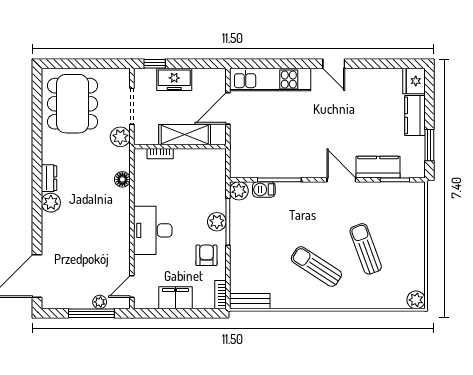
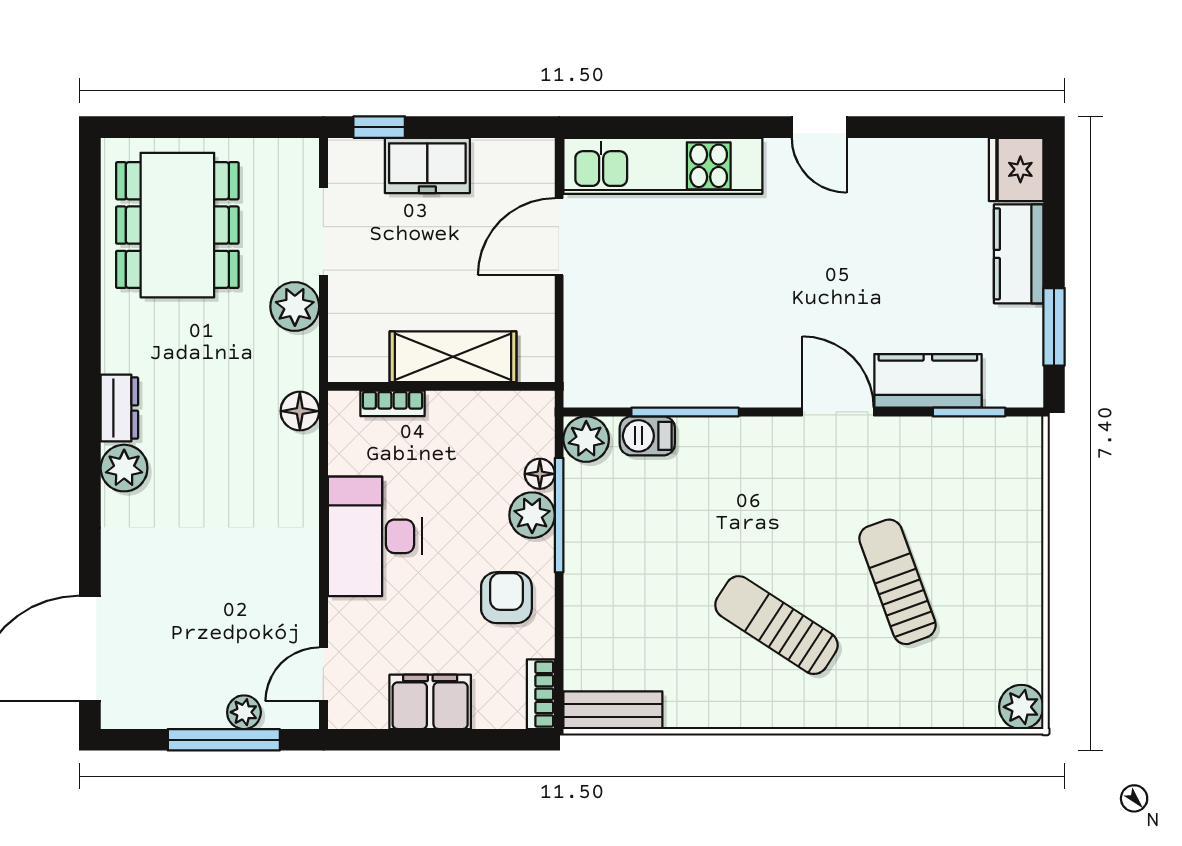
shelving: (185, 135) -> (453, 357), moved
wall: (180, 147) -> (441, 386), moved
bookcase: (160, 154) -> (392, 403), moved
floor lamp: (220, 205) -> (540, 474), added

